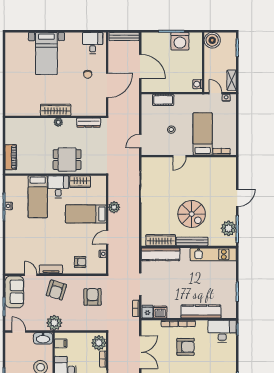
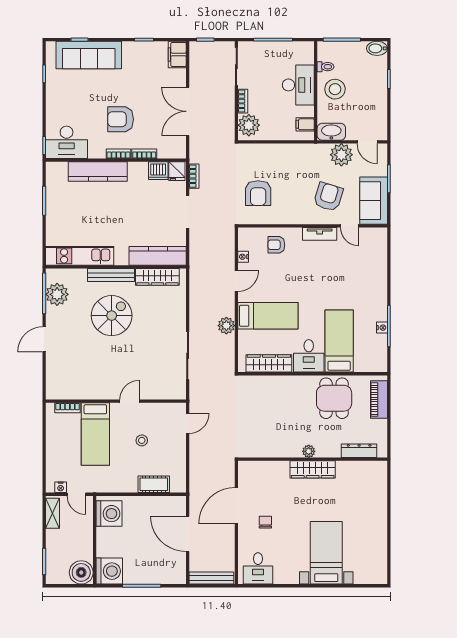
washing machine: (180, 41) -> (109, 571), moved, turned 90
washing machine: (198, 84) -> (109, 514), width x1.89, depth x1.89
dresser: (89, 123) -> (359, 451), moved
dining table: (67, 160) -> (334, 398), moved, turned 90
wardrobe: (80, 182) -> (269, 363), width x1.50
spiral stairs: (192, 214) -> (112, 316), turned 90
armchair: (56, 290) -> (328, 197), moved
plant: (54, 323) -> (341, 155), moved

